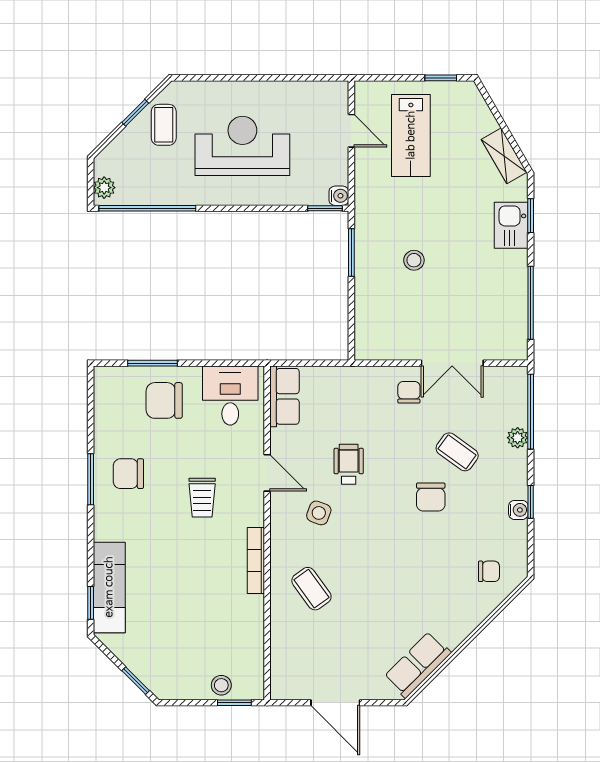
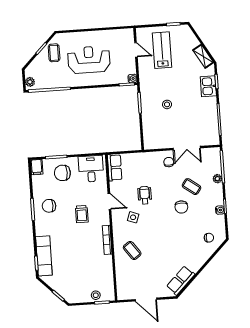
lab bench: (411, 135) -> (162, 50), turned 180
filing cabinet: (106, 383) -> (37, 167), added

